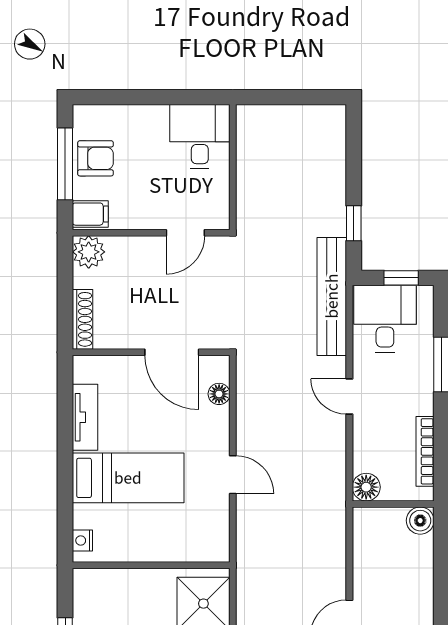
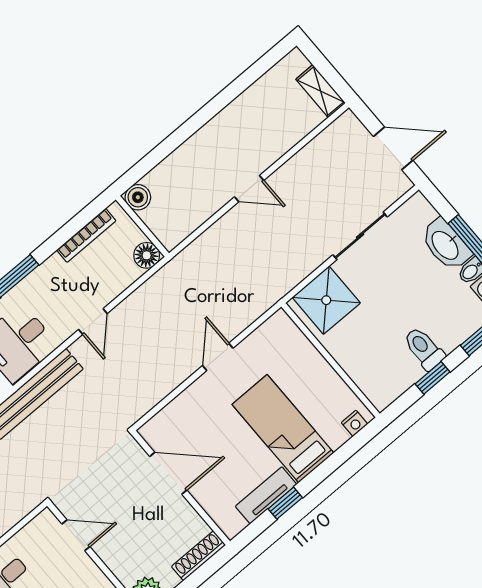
door: (172, 352) -> (168, 473), hinge flipped
floor lamp: (219, 394) -> (169, 415), removed
window: (65, 428) -> (285, 503), added

